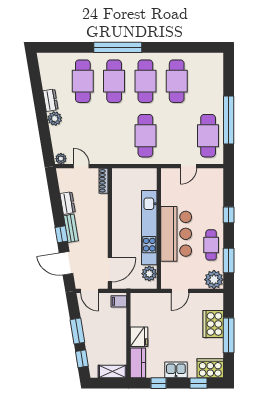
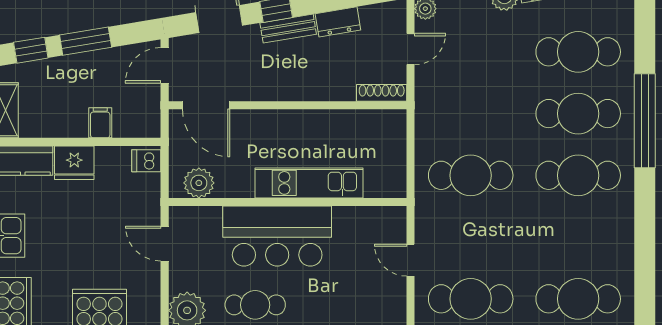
cafe table: (177, 81) -> (578, 299), moved
kitchen unit: (149, 228) -> (309, 183), width x0.73
dishwasher: (138, 300) -> (146, 161), added
filing cabinet: (119, 301) -> (100, 123), moved

